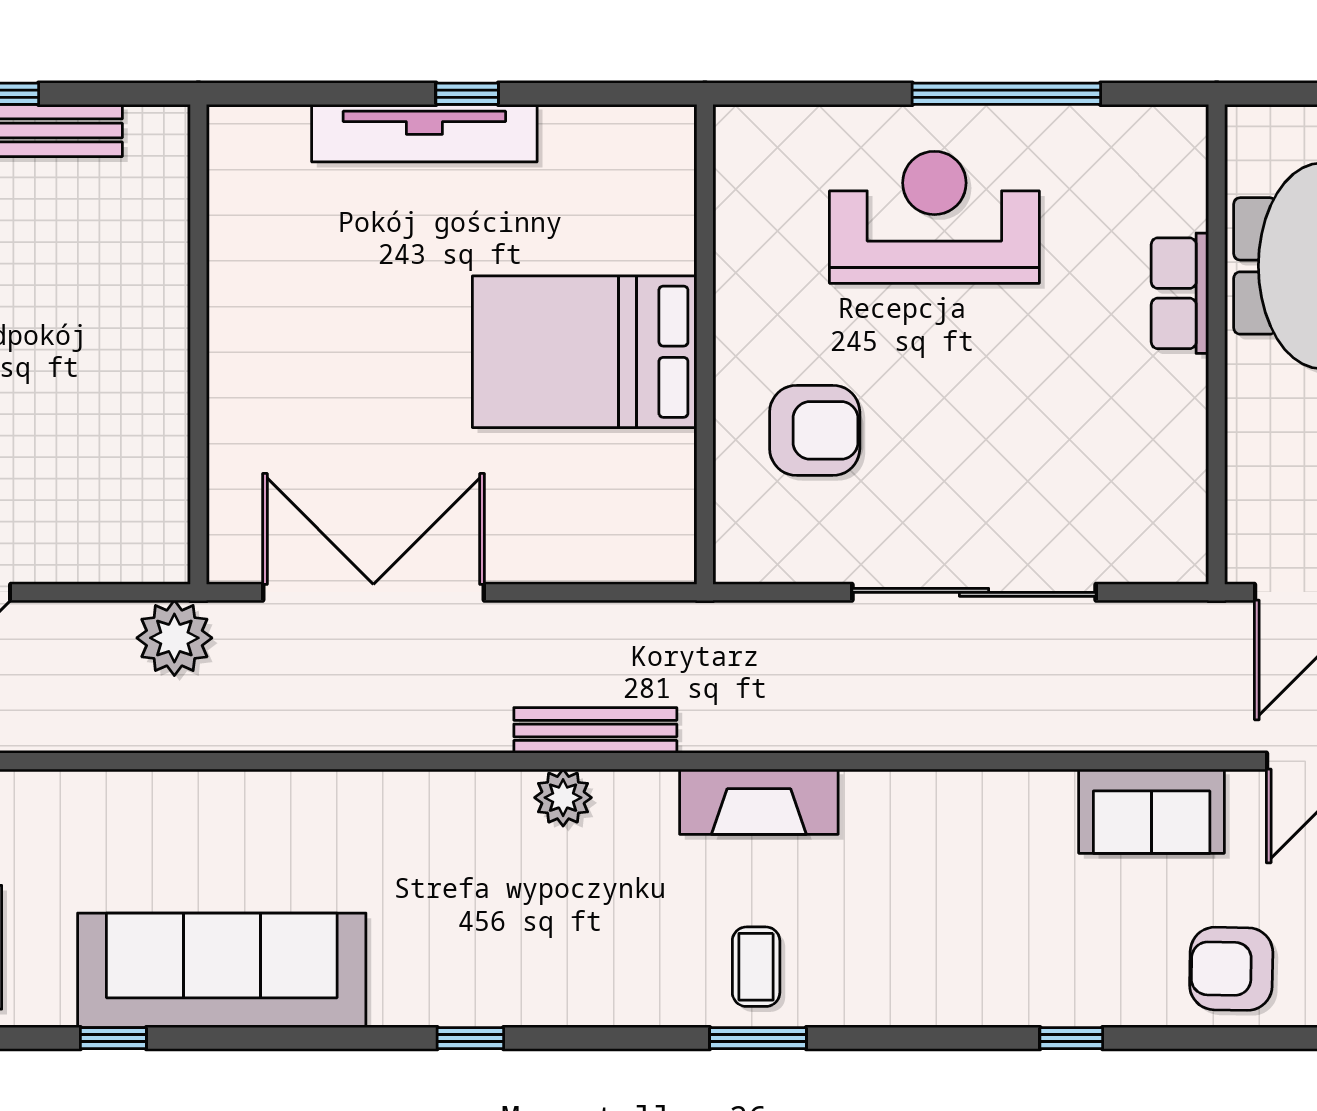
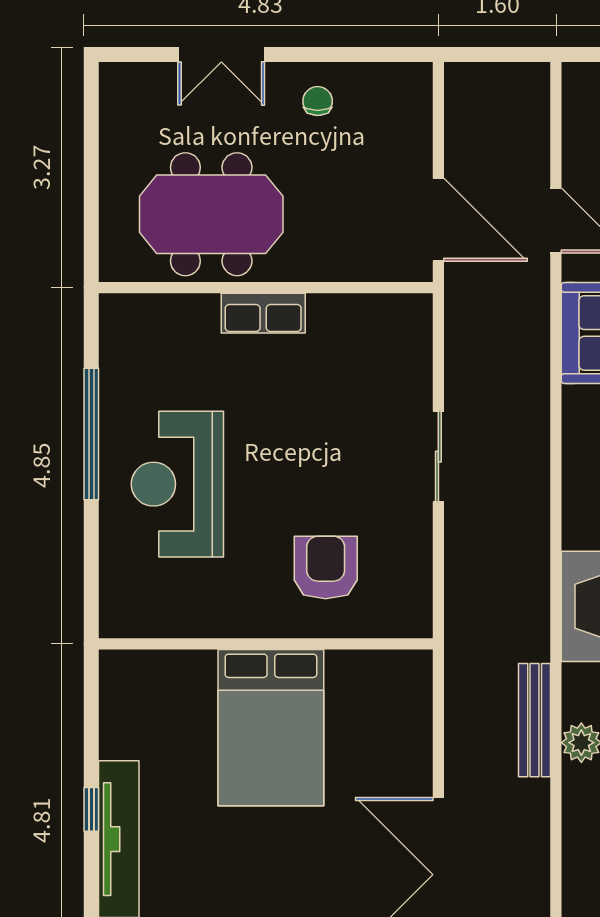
row of seats: (1180, 293) -> (263, 313), moved
sliding door: (974, 592) -> (438, 457), width x0.54

